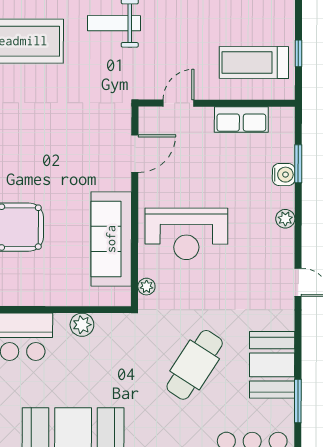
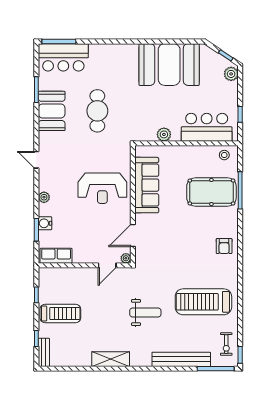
treadmill: (254, 62) -> (60, 313), moved
row of seats: (241, 120) -> (56, 256), moved
reception desk: (186, 234) -> (102, 188), turned 180
plant: (146, 287) -> (126, 258), moved
cafe table: (195, 365) -> (97, 111), turned -33

